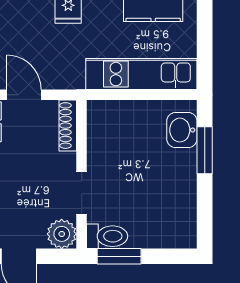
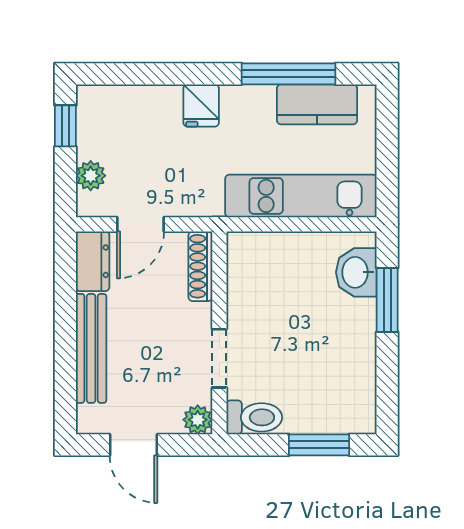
door: (24, 95) -> (141, 224), swing flipped
plant: (62, 234) -> (198, 420), width x0.73, depth x0.73
window: (119, 256) -> (319, 445), moved

